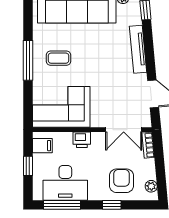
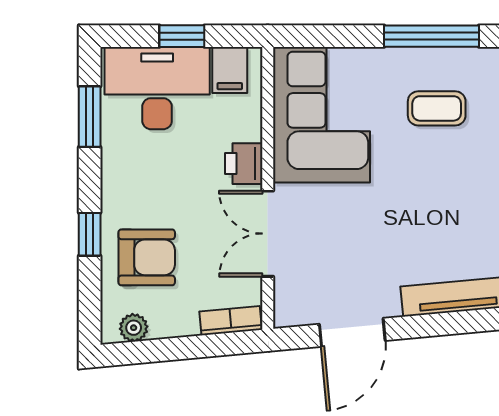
coffee table: (58, 58) -> (437, 108), turned 90
double door: (124, 130) -> (268, 234), moved
desk: (65, 183) -> (157, 88), moved, turned 90
window: (62, 205) -> (90, 117), width x0.69

